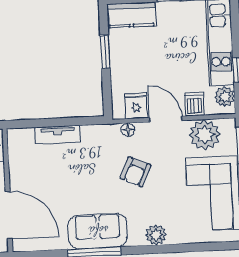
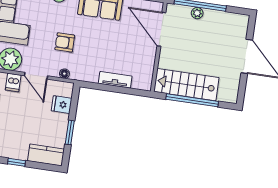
fridge: (136, 106) -> (62, 105), moved, turned 90
armchair: (136, 172) -> (65, 42), turned -114

